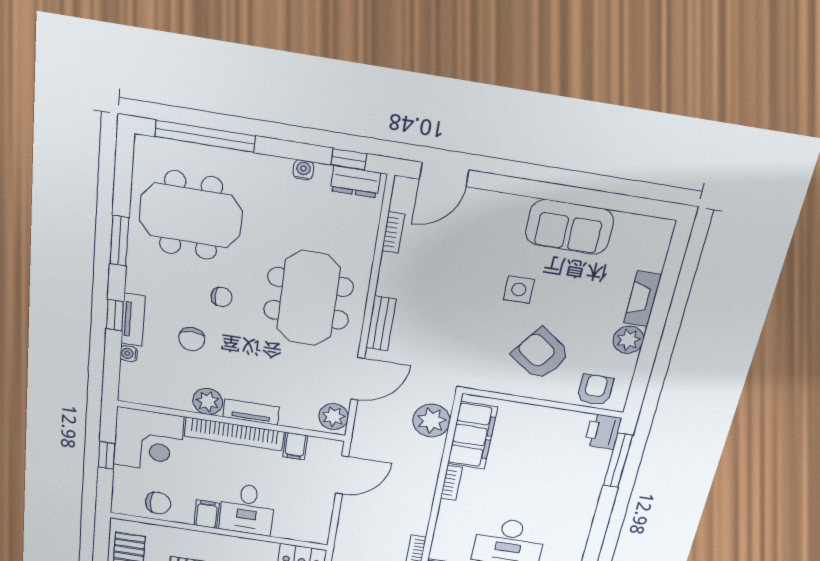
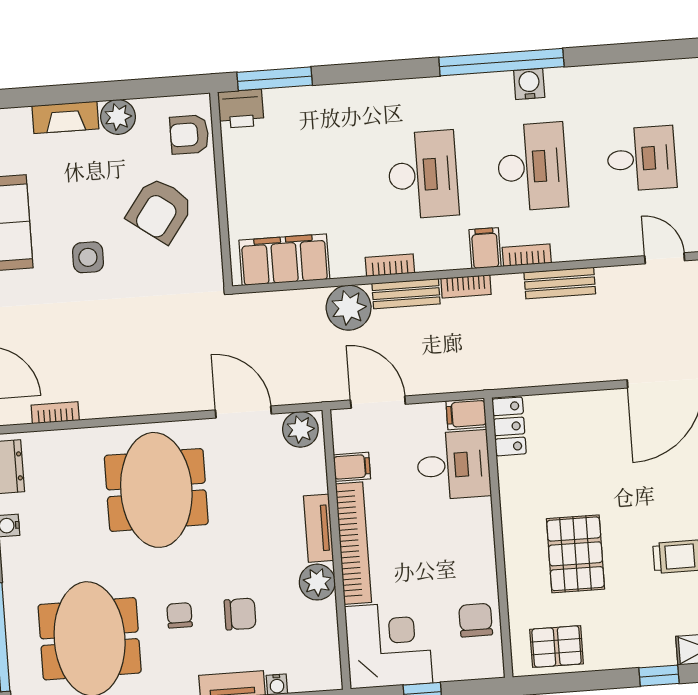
chair: (222, 297) -> (180, 615), moved
meeting table: (308, 298) -> (156, 490), turned 90
bench: (381, 324) -> (406, 294), moved
plant: (431, 421) -> (349, 308), moved
bookcase: (451, 483) -> (390, 265), moved
desk: (247, 509) -> (453, 465), moved
filing cabinet: (207, 514) -> (466, 414), moved

